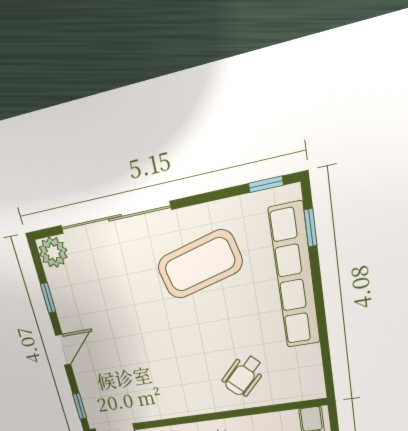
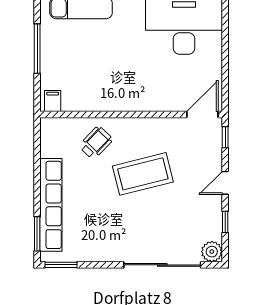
window: (266, 184) -> (61, 265), width x1.50
window: (311, 228) -> (37, 234), width x1.50
coffee table: (200, 265) -> (143, 174), moved

